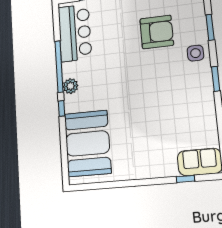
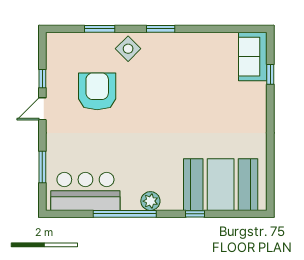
side table: (195, 53) -> (128, 49), turned 45
window: (62, 108) -> (195, 214), moved

